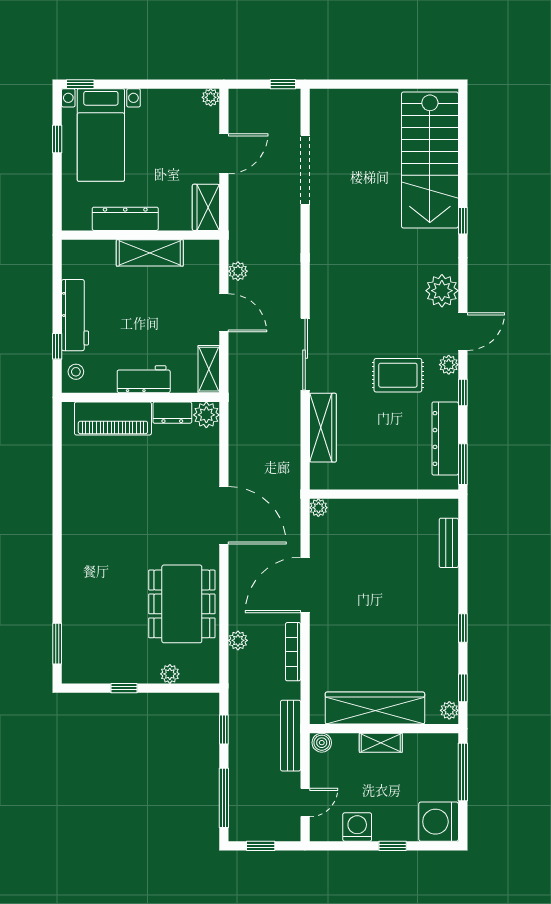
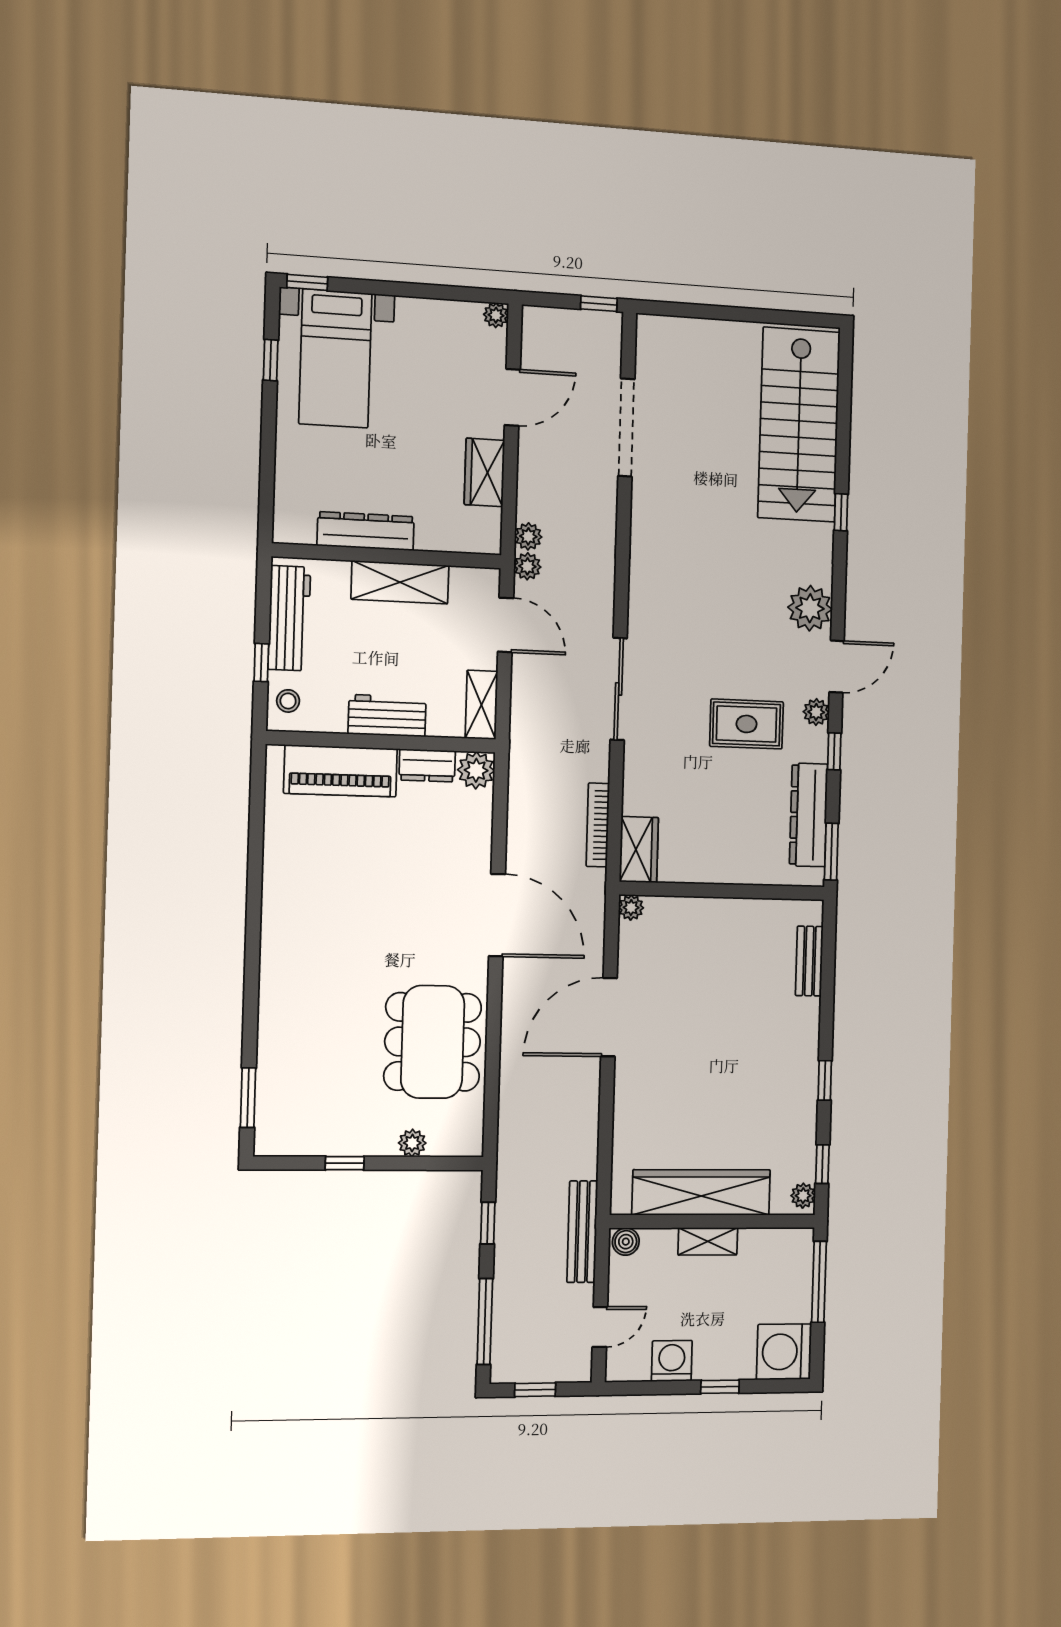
dresser: (125, 219) -> (366, 531), moved
wall: (140, 235) -> (387, 556), moved
shelving: (150, 253) -> (400, 582), moved
wardrobe: (323, 428) -> (639, 850), moved, width x0.67
plant: (238, 640) -> (528, 536), moved
bookcase: (293, 652) -> (598, 825), moved

